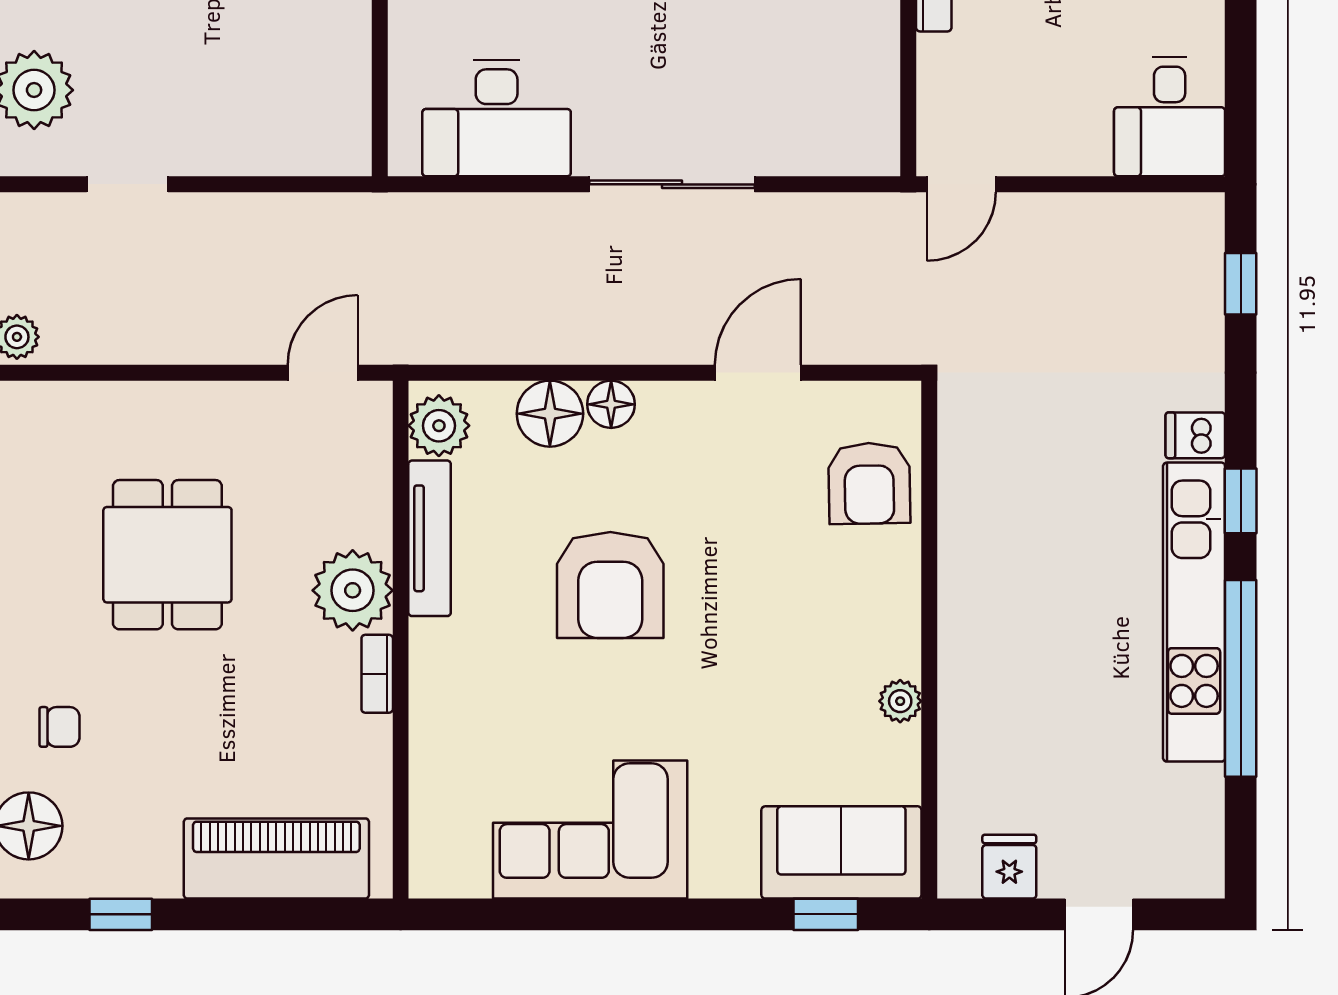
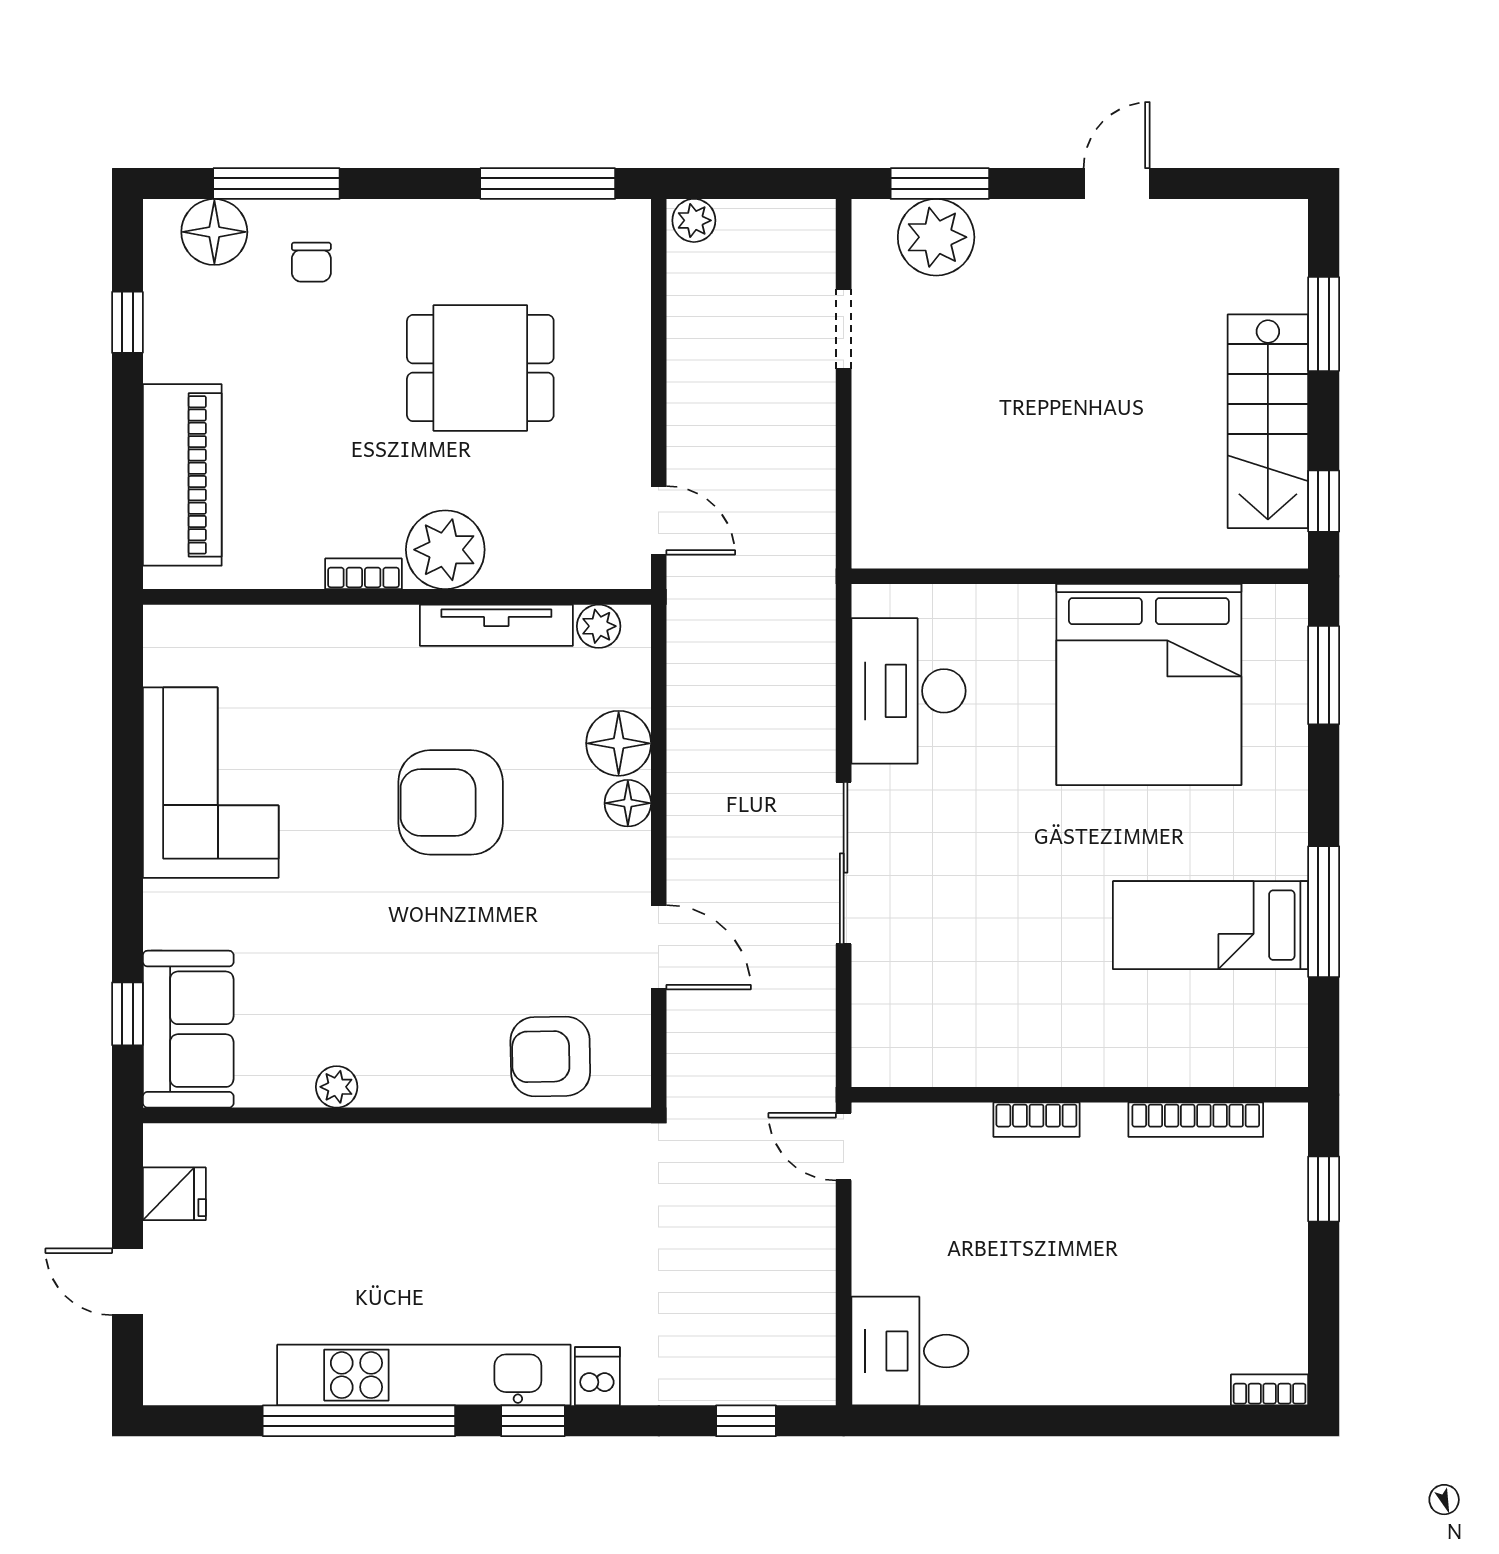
plant: (439, 426) -> (599, 626), width x0.73, depth x0.73

